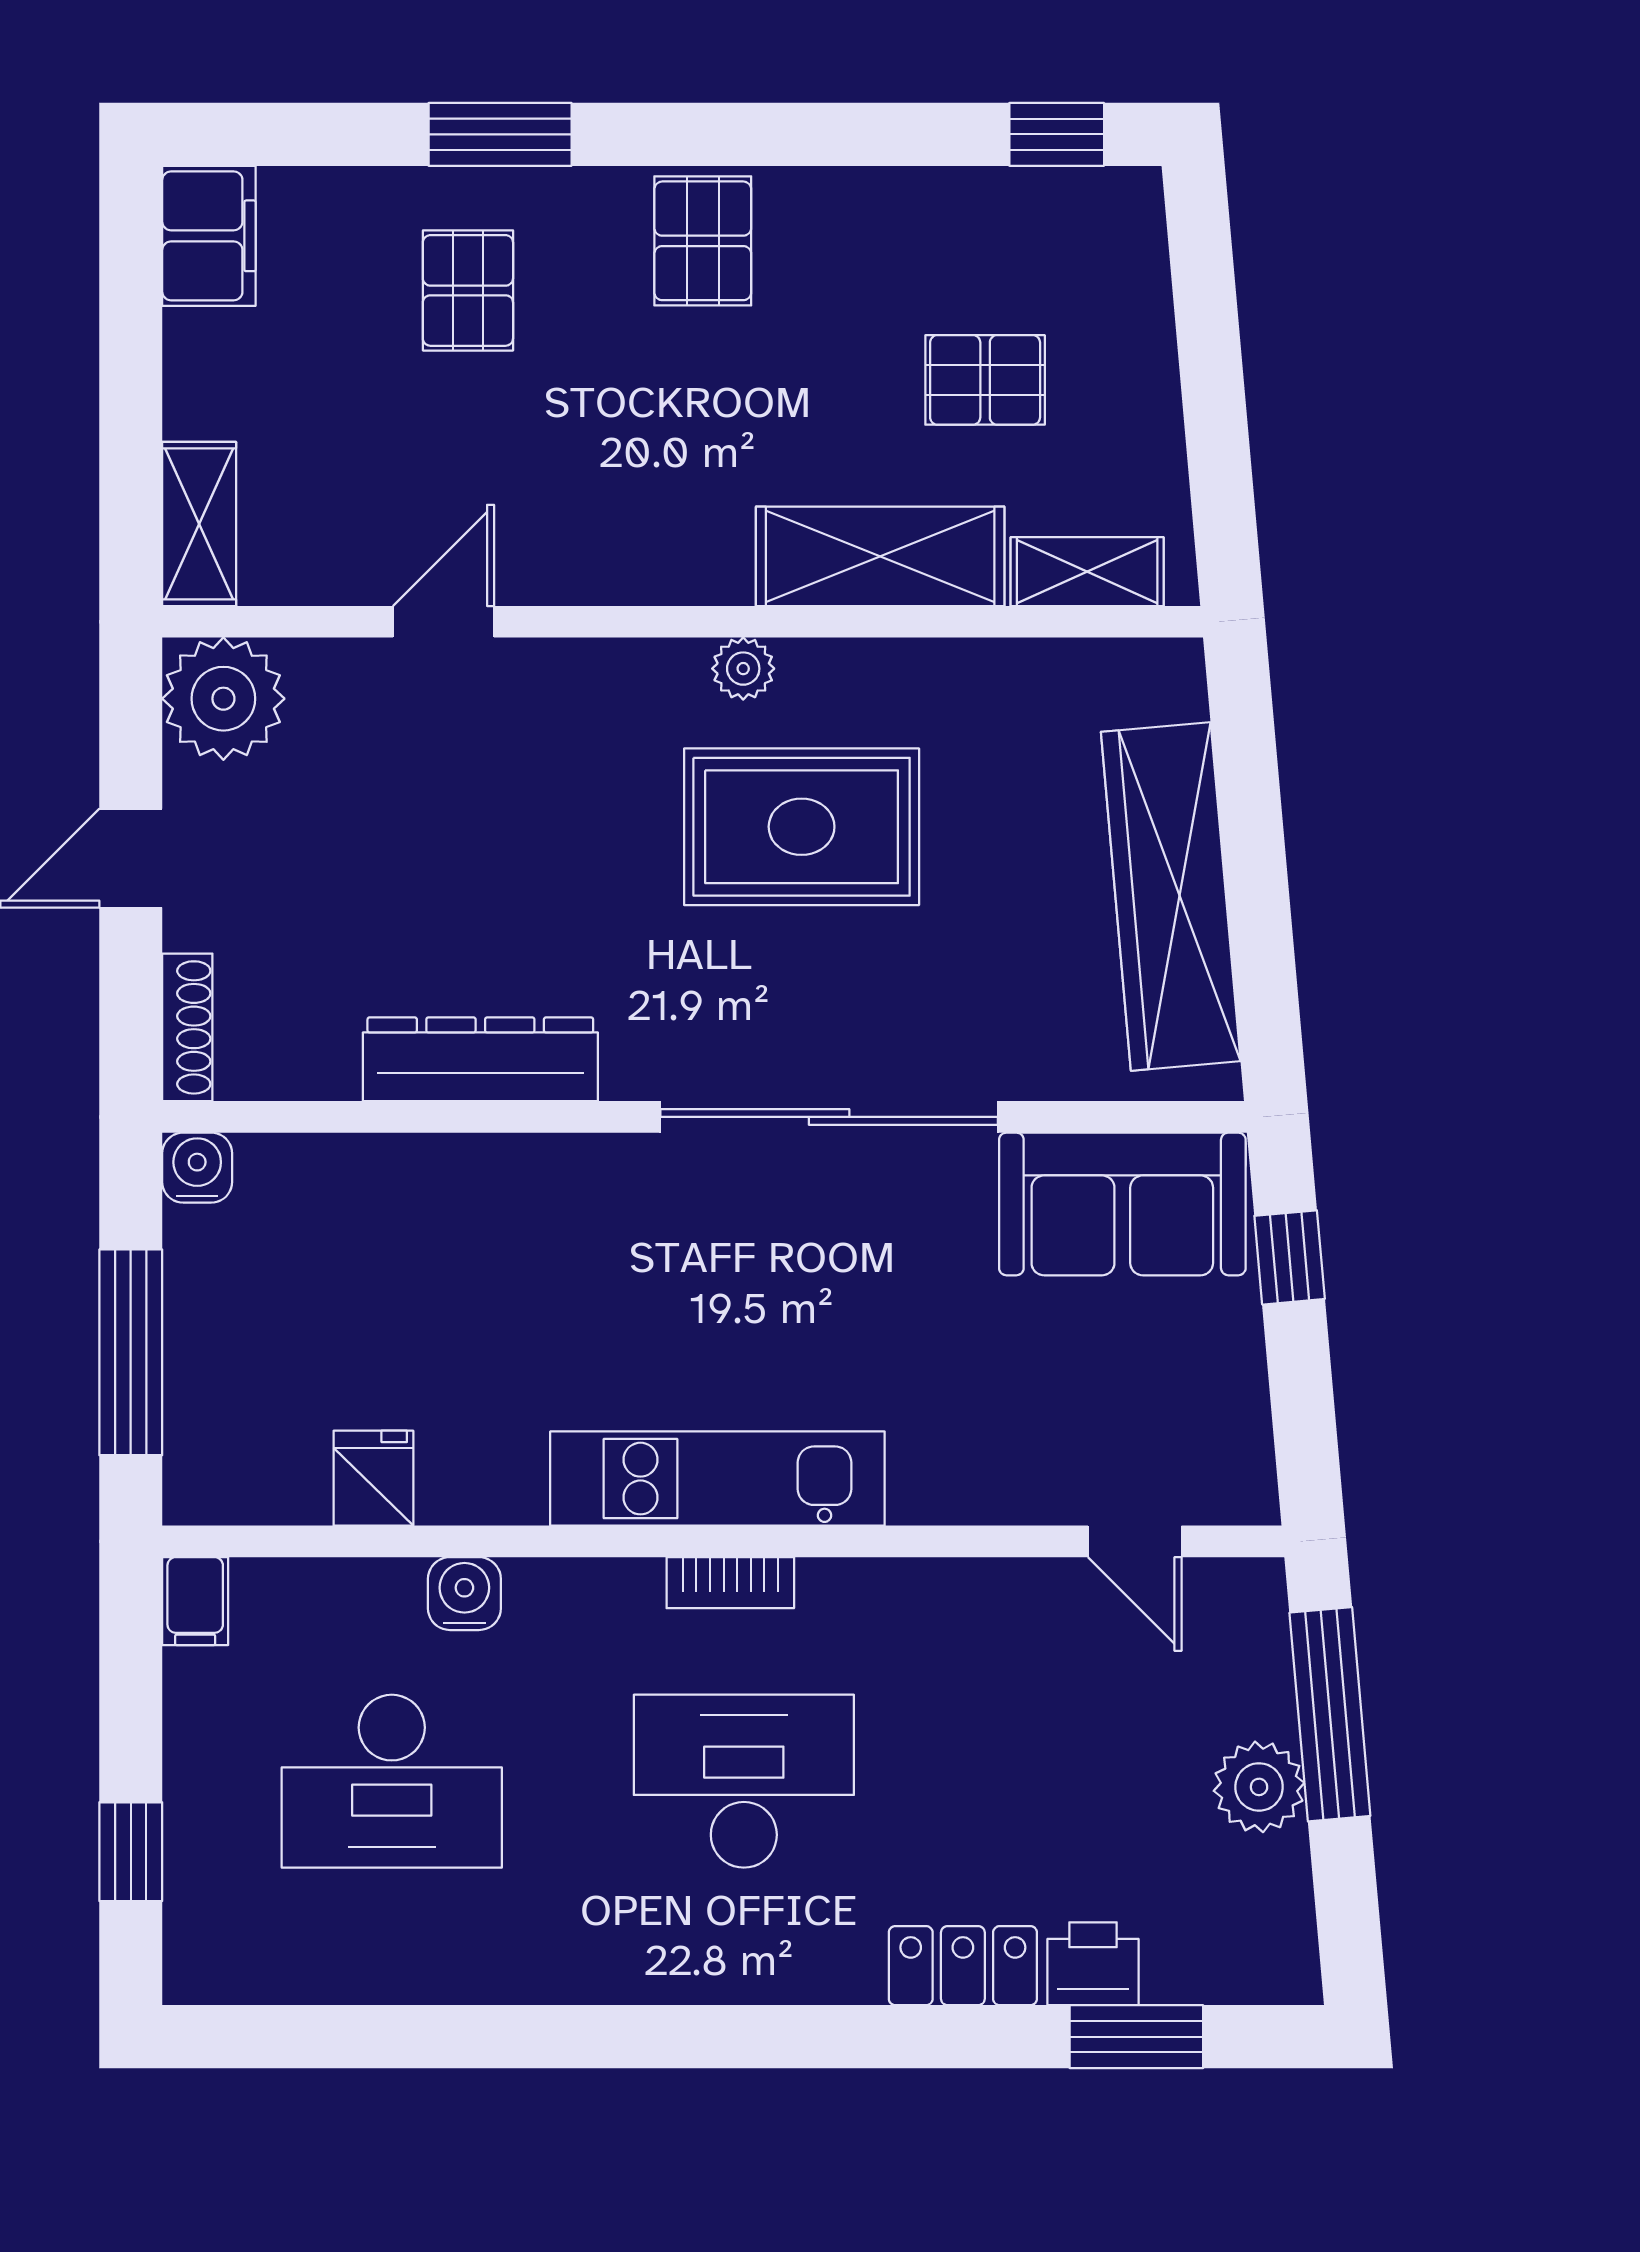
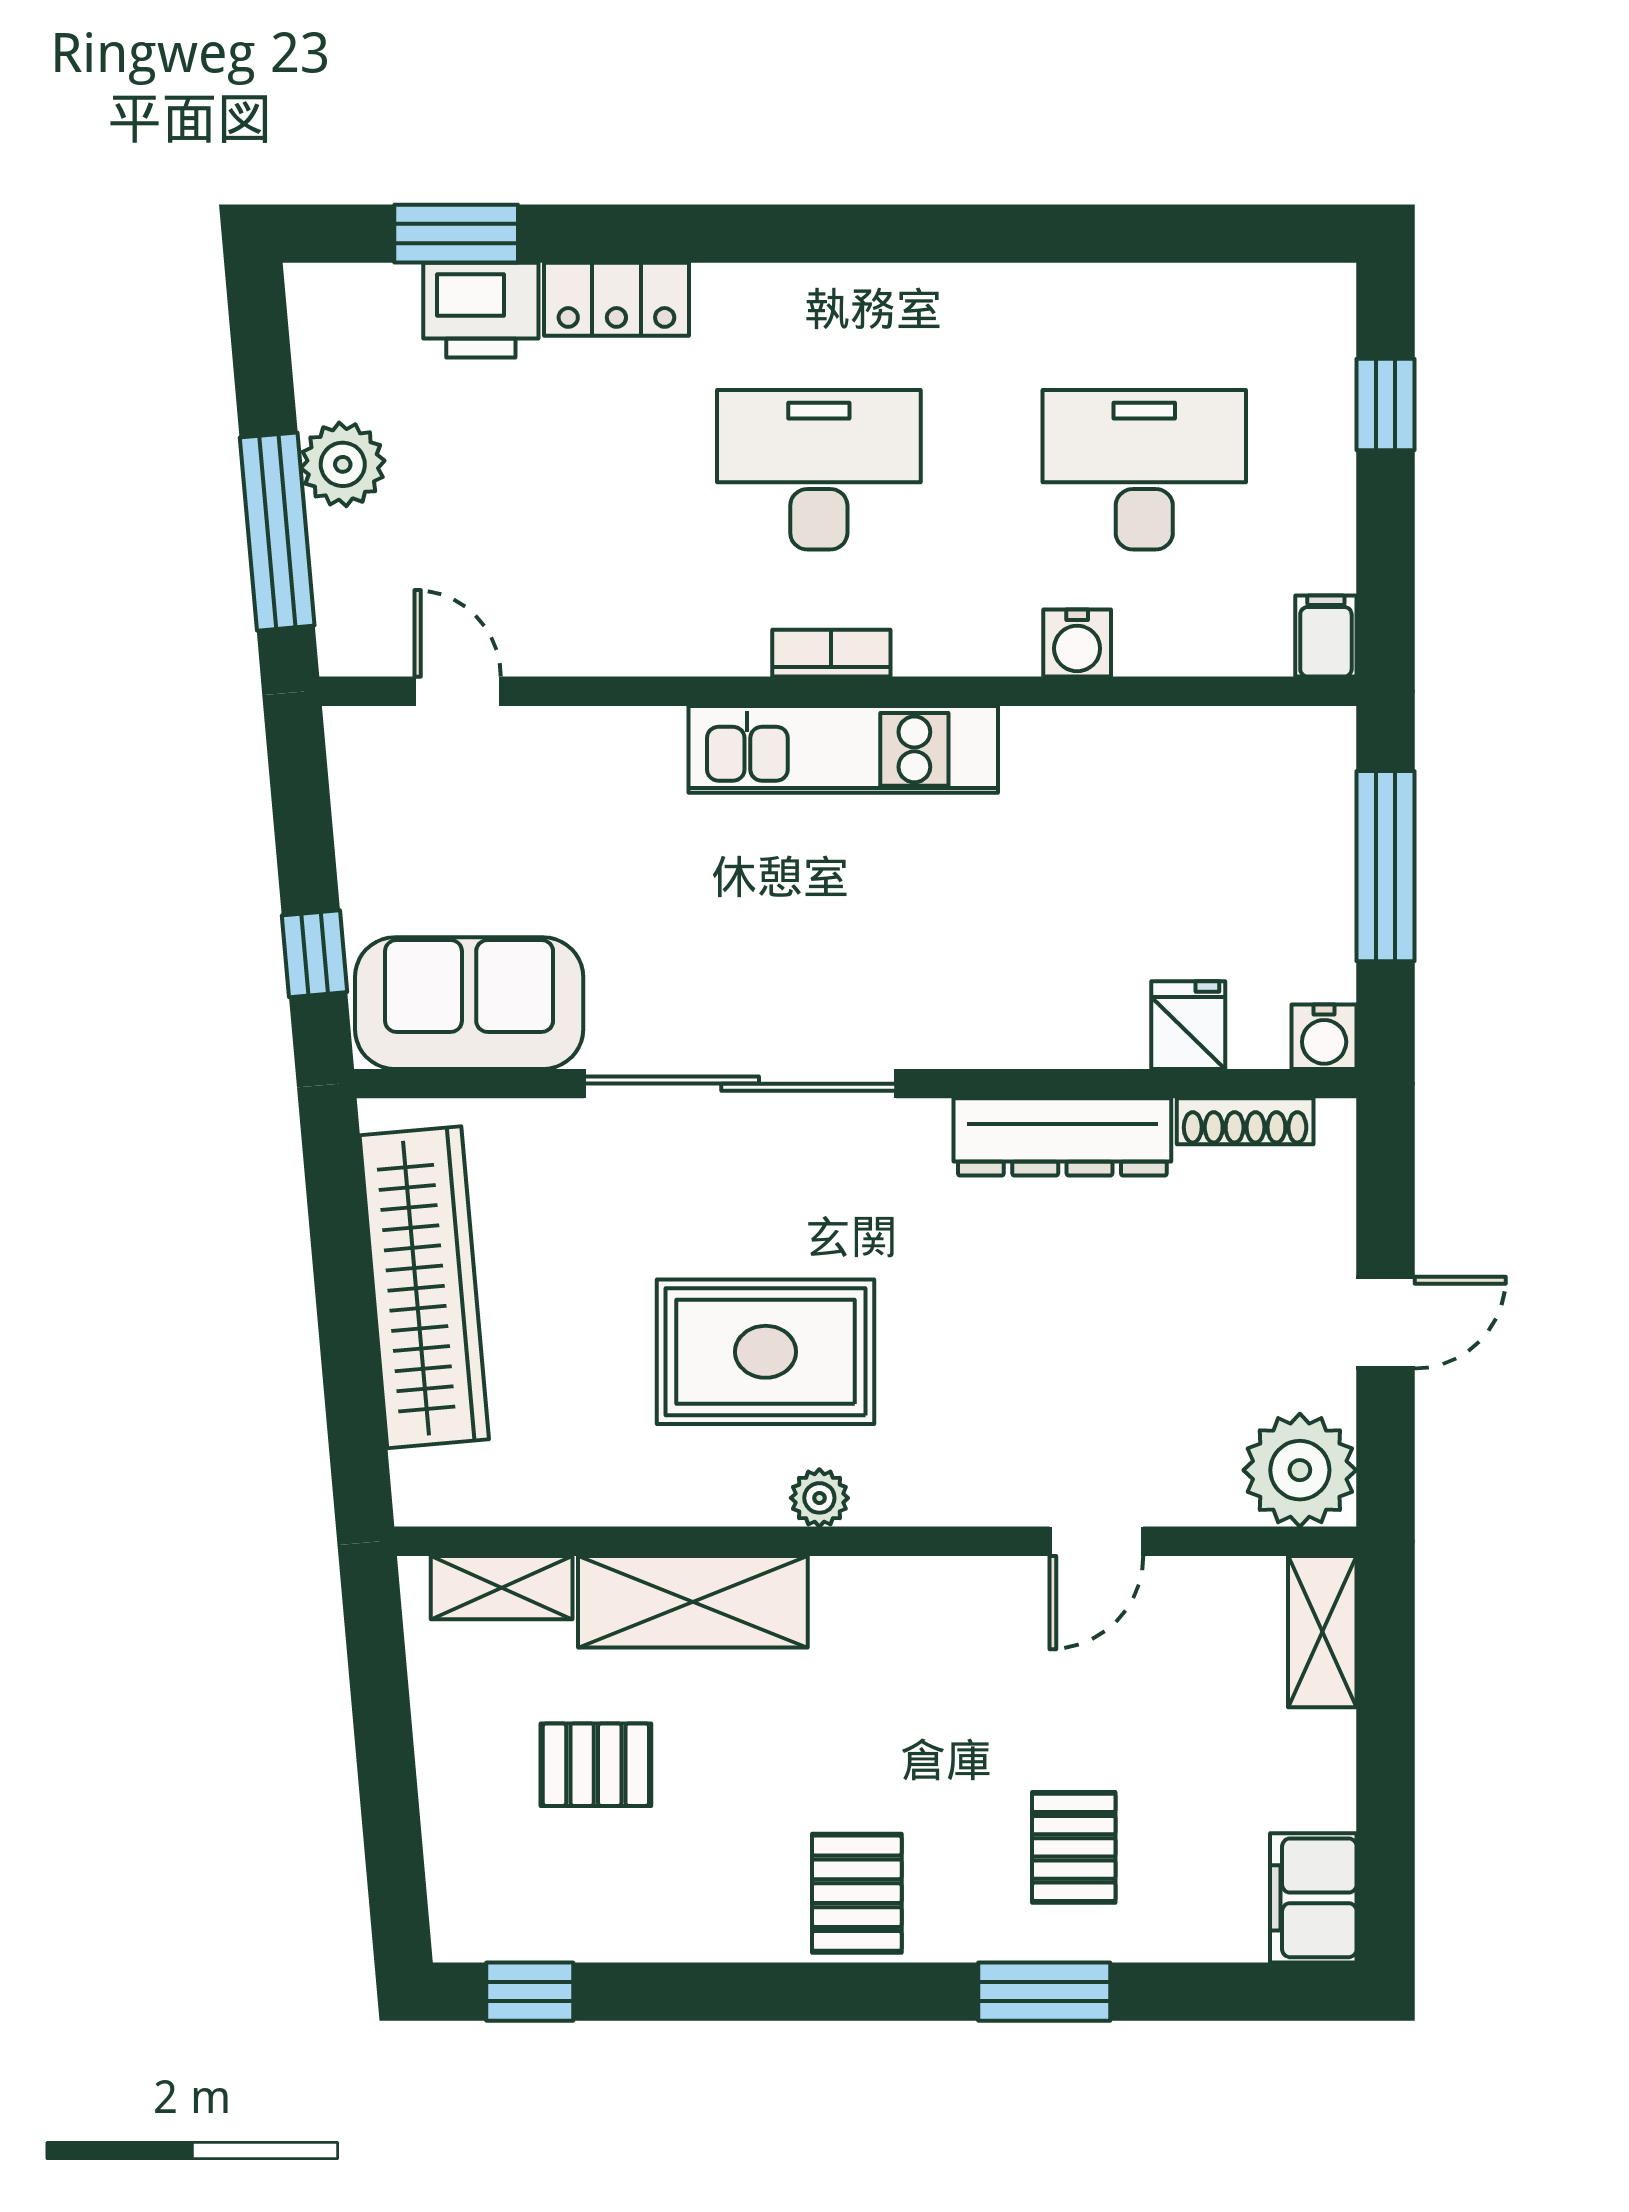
shoe rack: (187, 1027) -> (1245, 1121), moved, turned -90
fridge: (373, 1478) -> (1188, 1025), moved, turned 180
desk: (744, 1781) -> (819, 470), turned 180
printer: (1093, 1964) -> (481, 310), width x1.36, depth x1.24

